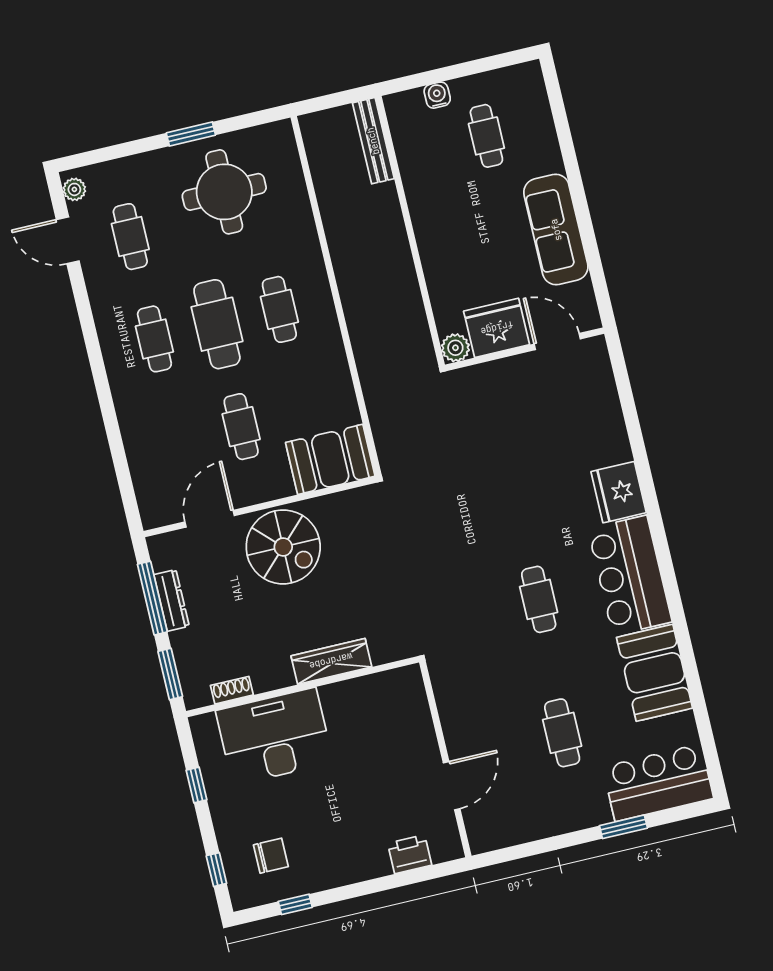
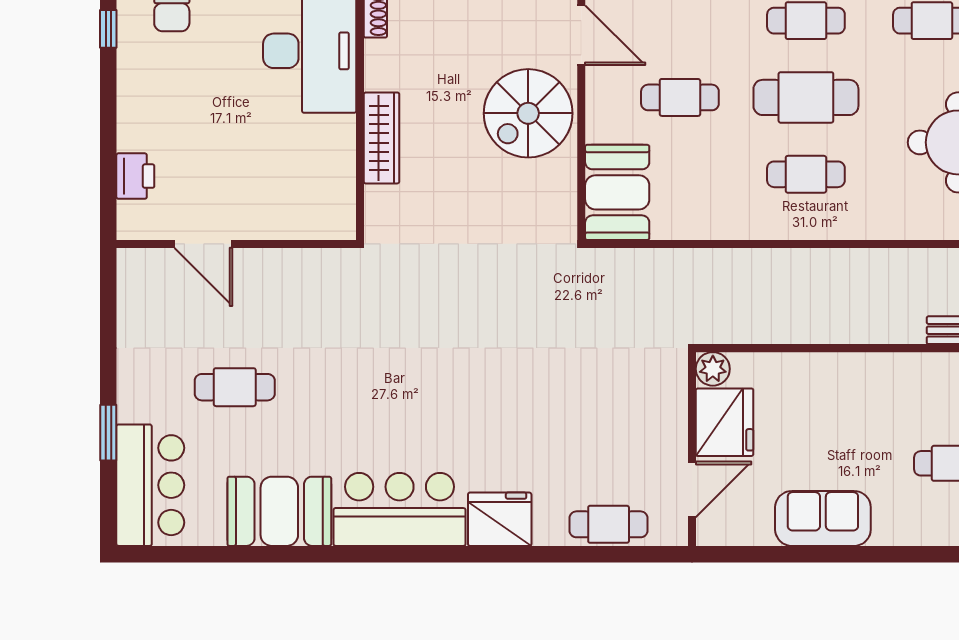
sofa: (556, 230) -> (823, 518), width x0.73
cafe table: (539, 599) -> (609, 524), moved

